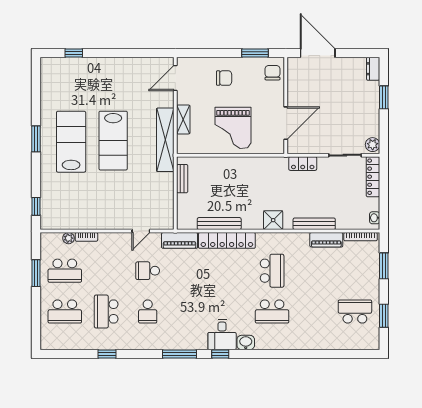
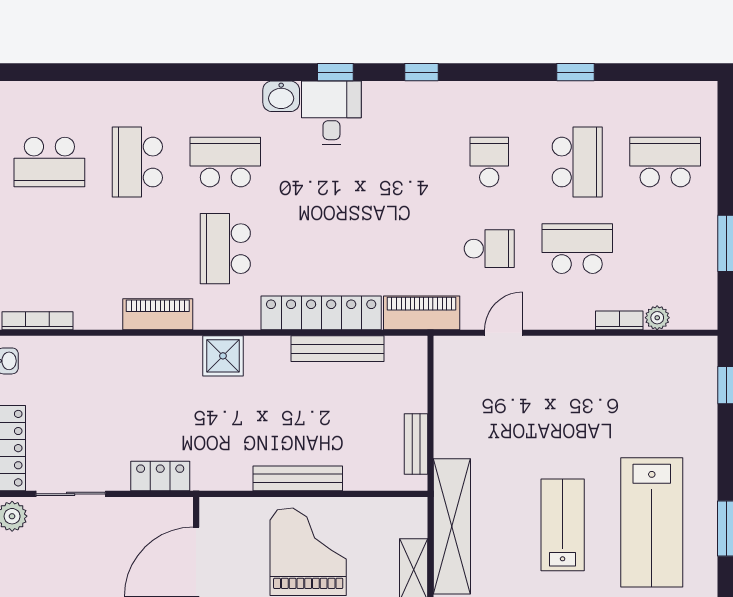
lab bench: (113, 141) -> (563, 525), width x0.73, depth x0.72
bench: (314, 224) -> (298, 478), moved
piano: (326, 240) -> (158, 314), moved
school desk: (65, 271) -> (577, 249), moved
school desk: (313, 312) -> (137, 162), added
window: (180, 354) -> (422, 72), width x0.46

